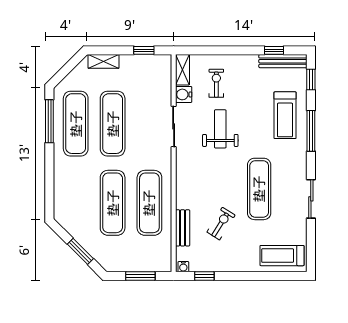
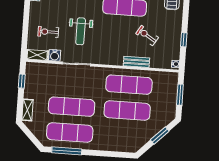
weight bench: (220, 129) -> (81, 31), turned -90
bench: (183, 228) -> (136, 62), moved
window: (204, 276) -> (184, 40), moved

